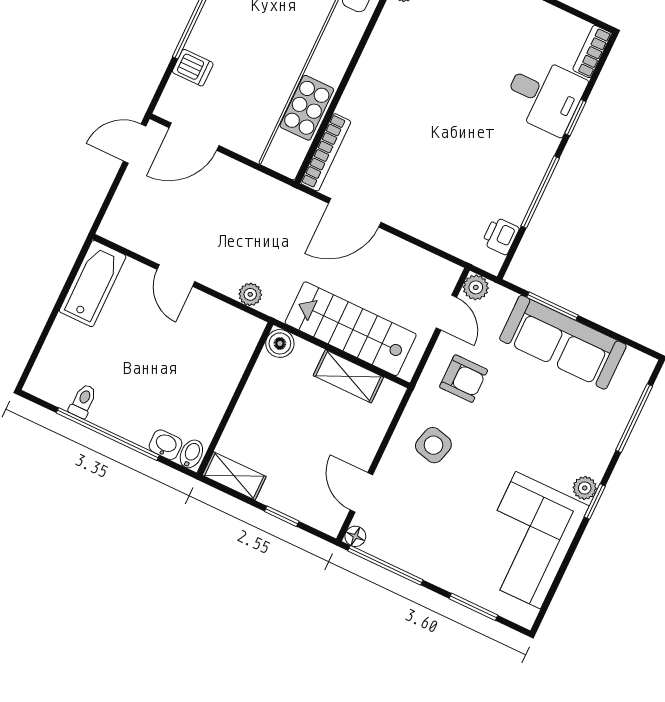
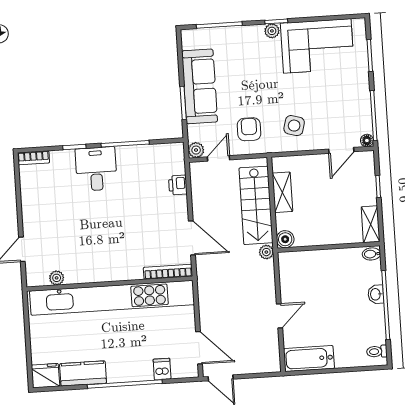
desk: (544, 95) -> (96, 169), moved
printer: (500, 236) -> (178, 185), moved, turned 90
plant: (250, 294) -> (266, 252), moved
toilet: (83, 401) -> (377, 351), moved
washbasin: (166, 445) -> (376, 294), moved

